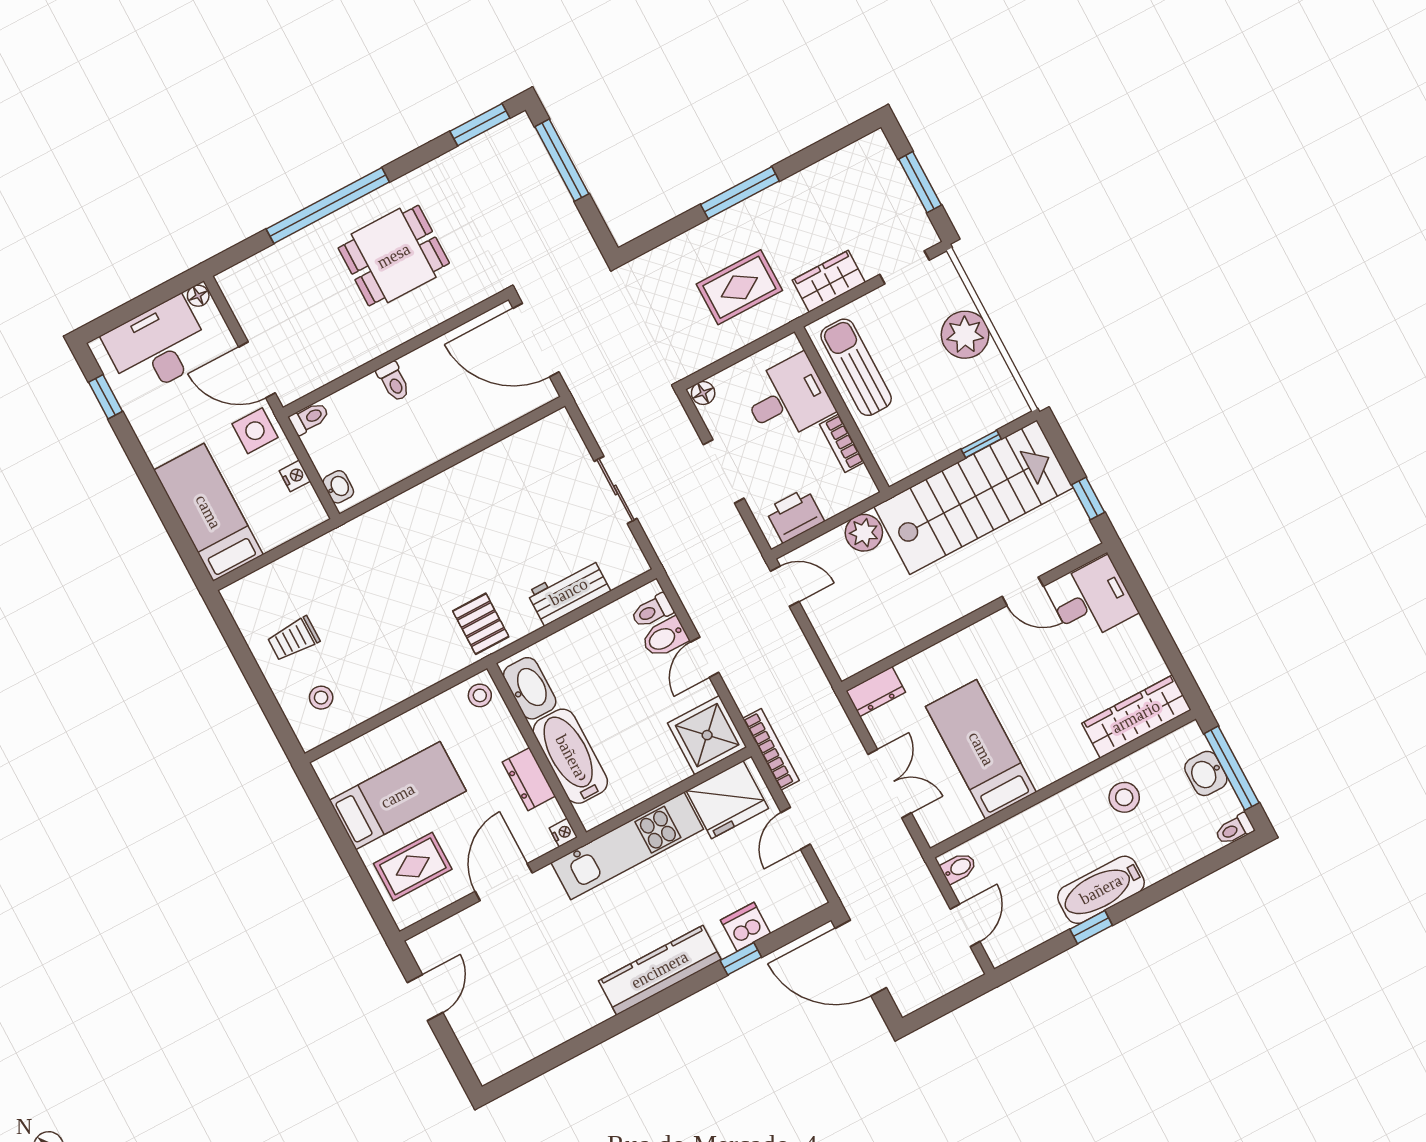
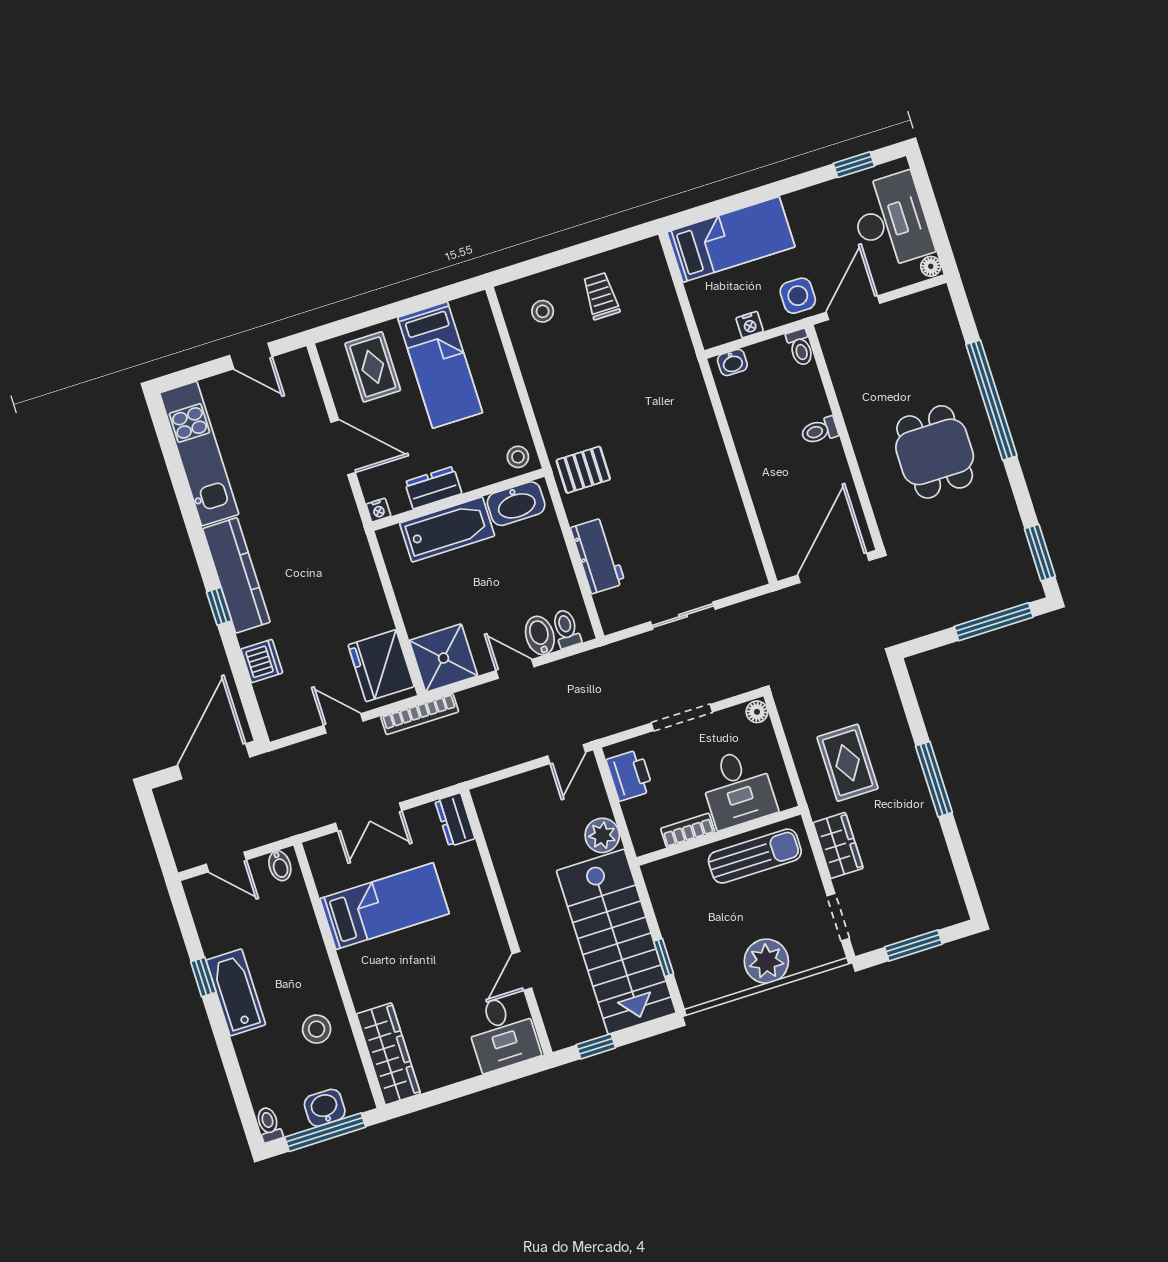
kitchen unit: (627, 846) -> (199, 454), moved, turned 180
window: (741, 959) -> (219, 606), moved

